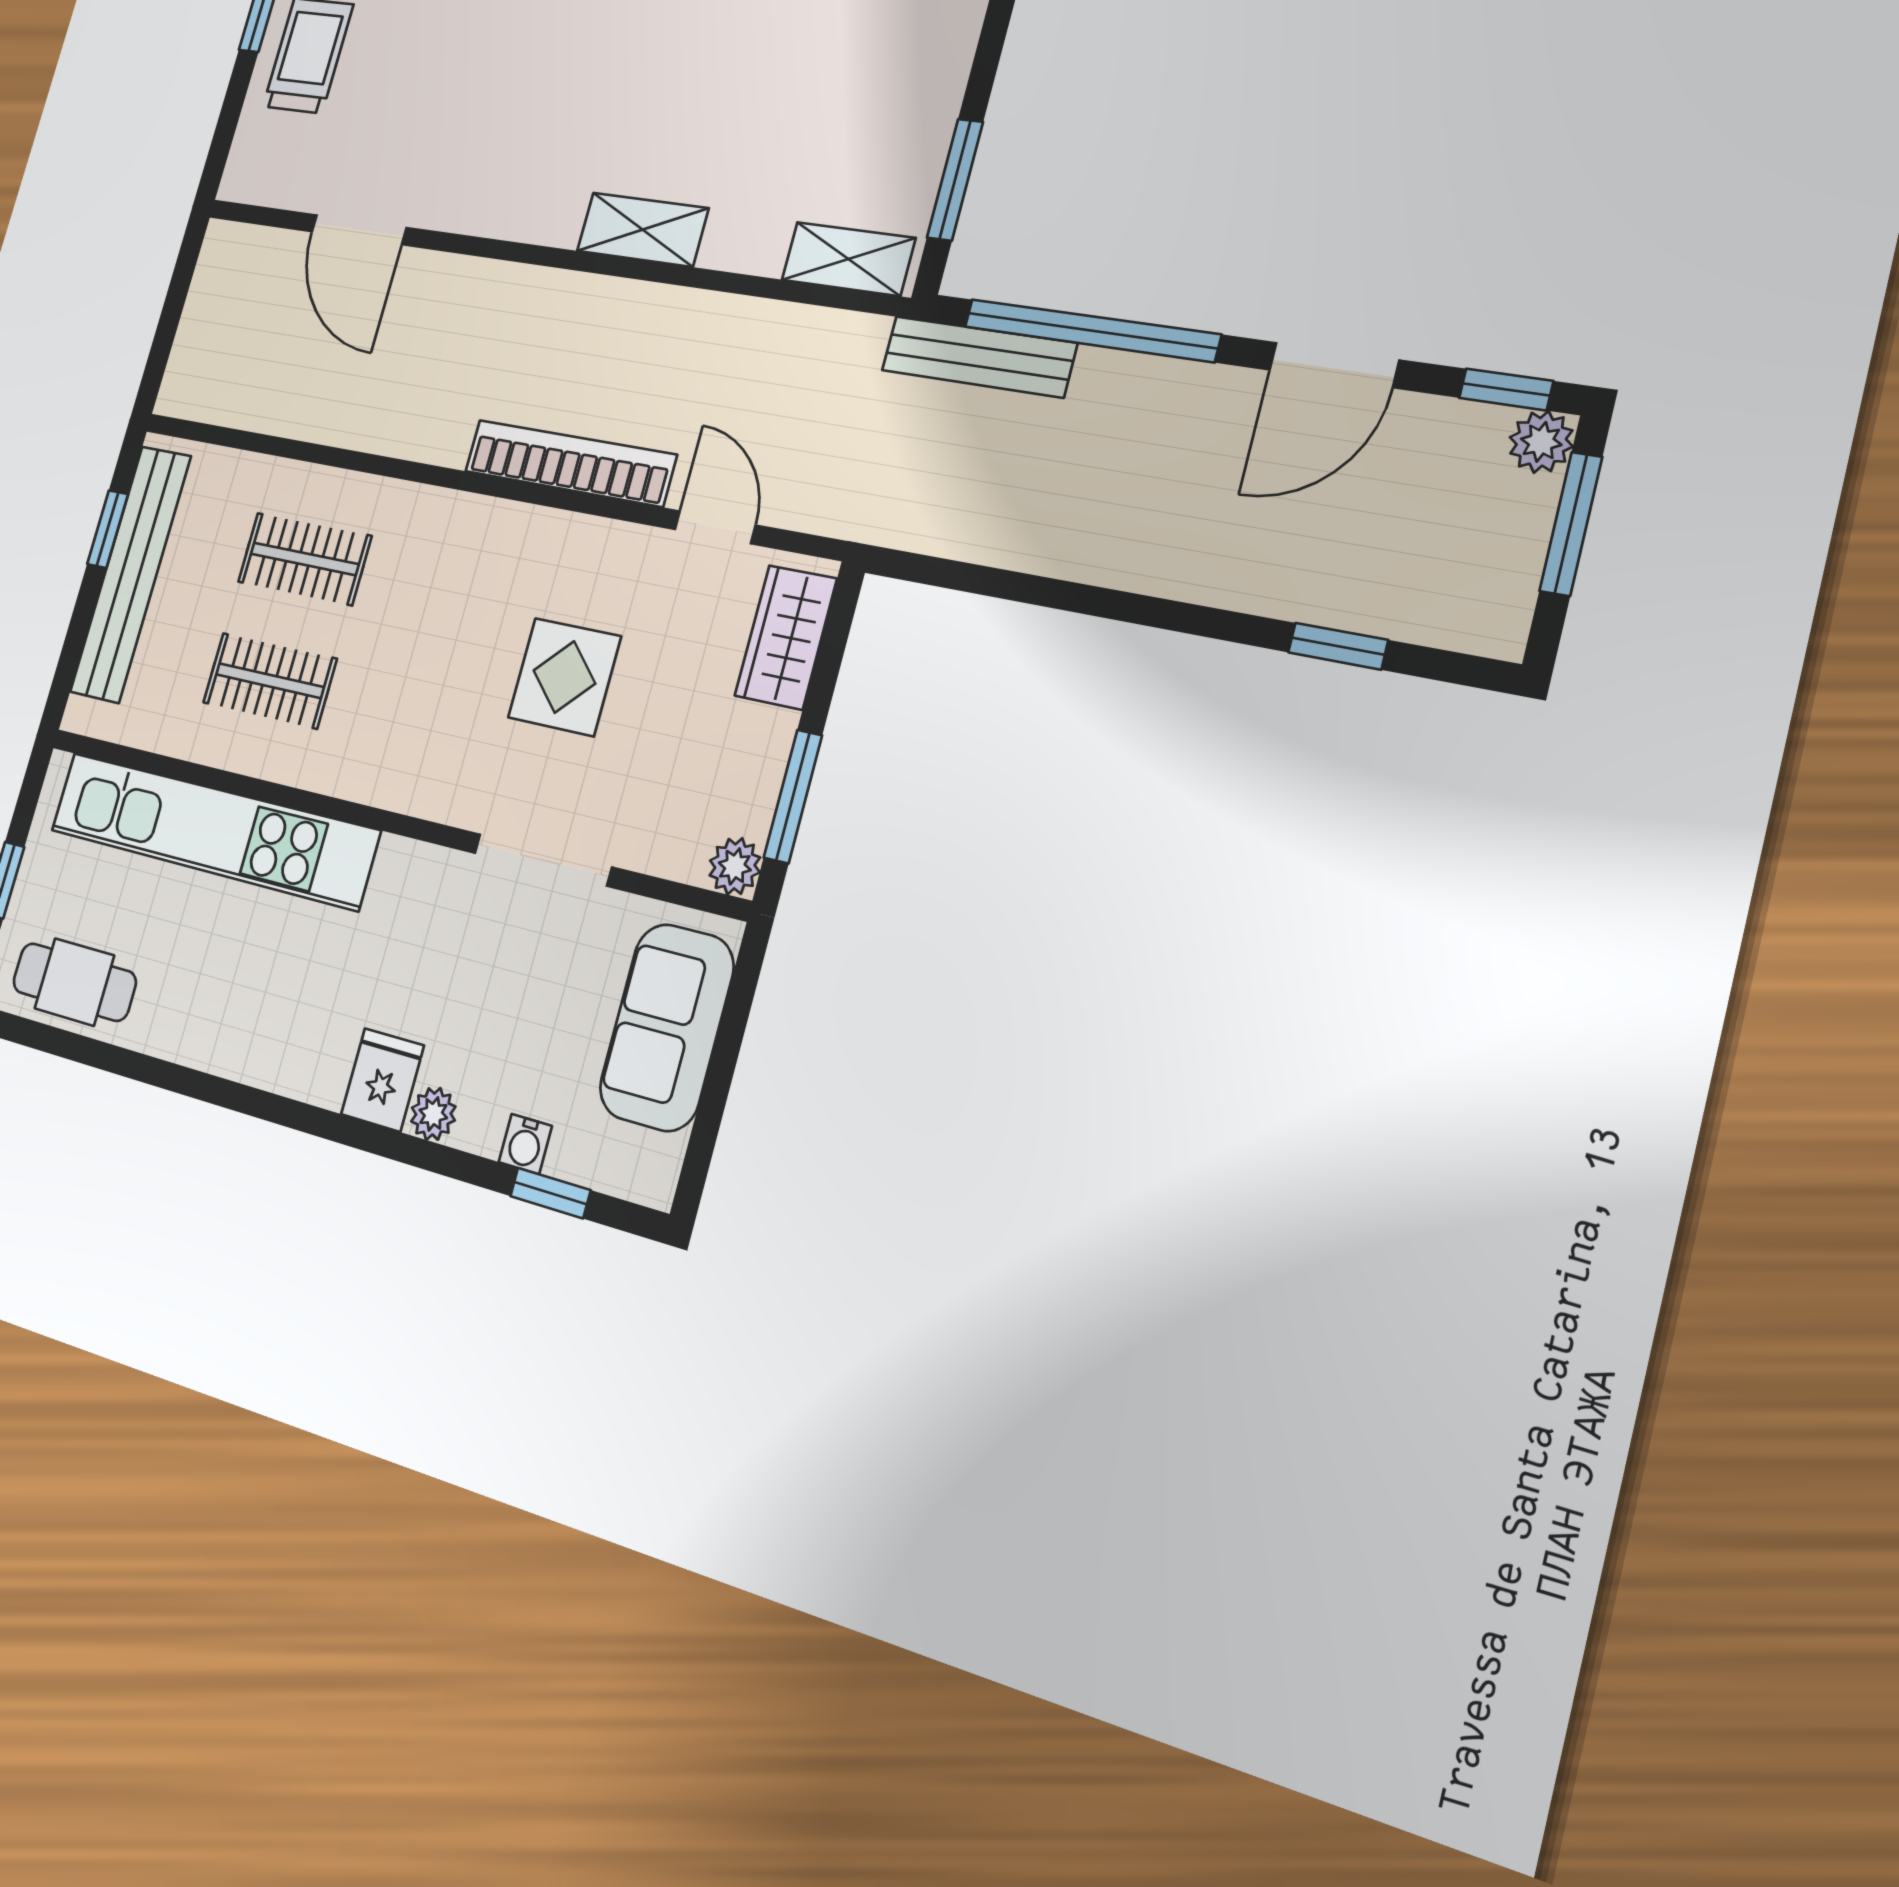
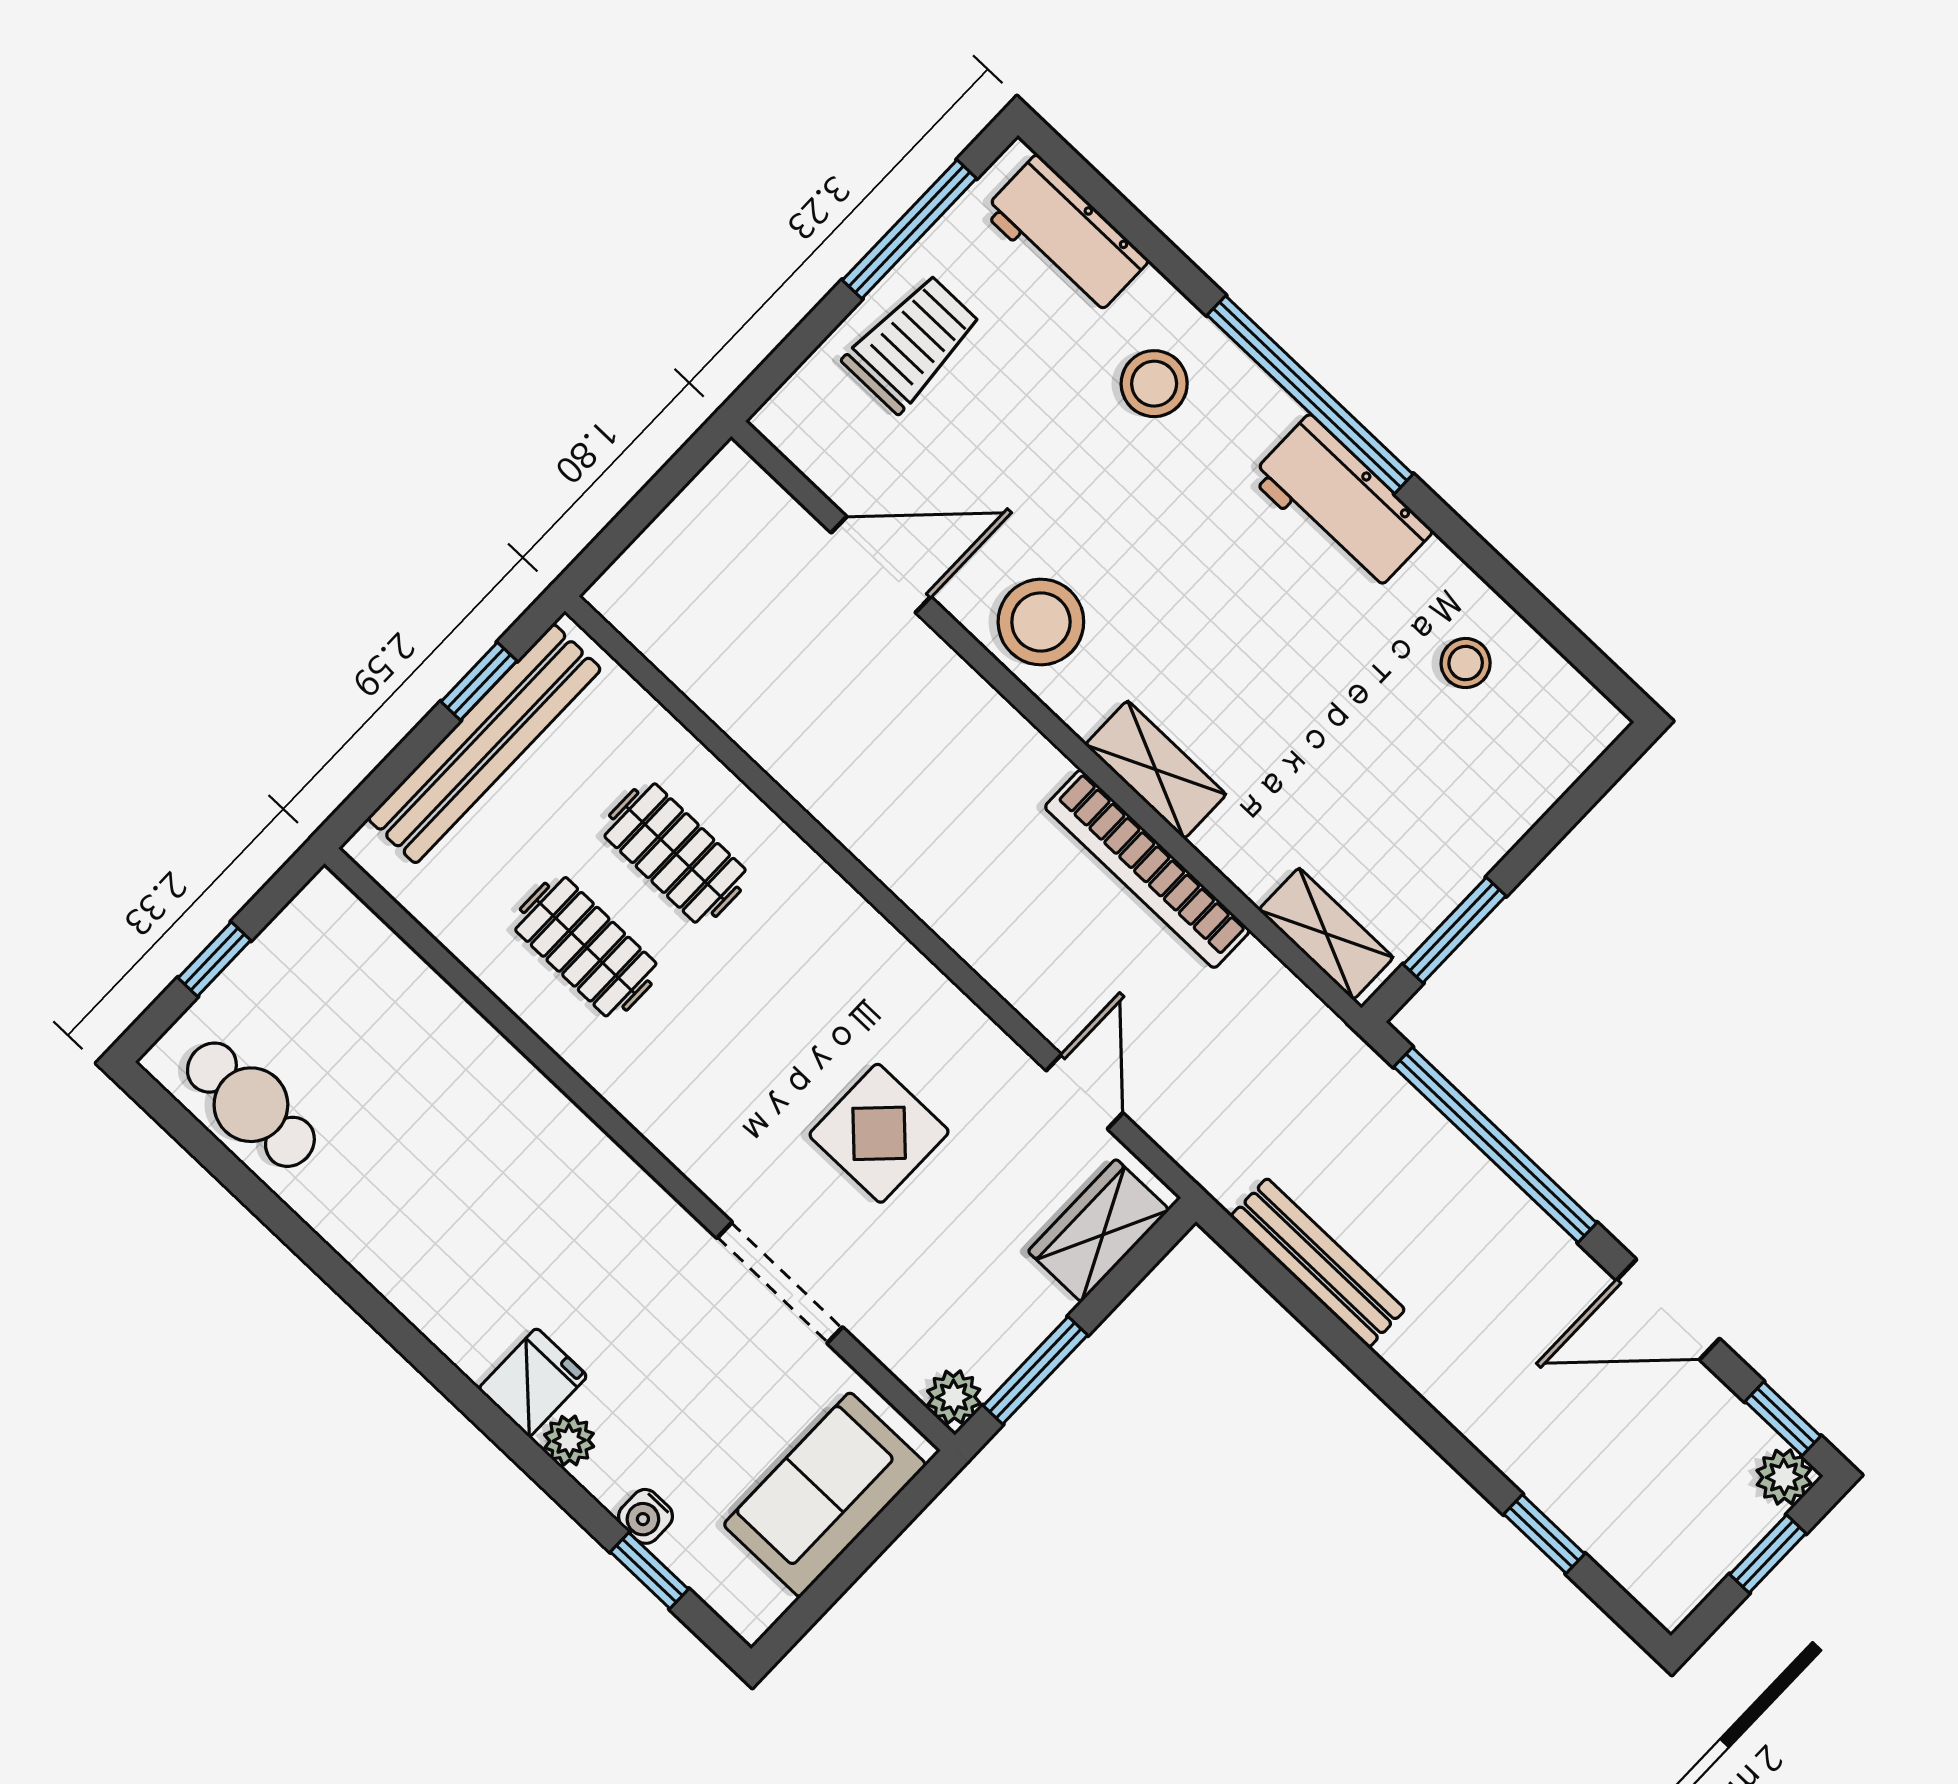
stool: (498, 184) -> (1041, 622), added
door: (359, 230) -> (881, 565), swing flipped
bench: (979, 357) -> (1318, 1263), moved
bookcase: (570, 463) -> (1147, 869), moved, turned 180
window: (1571, 524) -> (1768, 1554), width x0.67
kitchen unit: (212, 830) -> (462, 1051), removed

